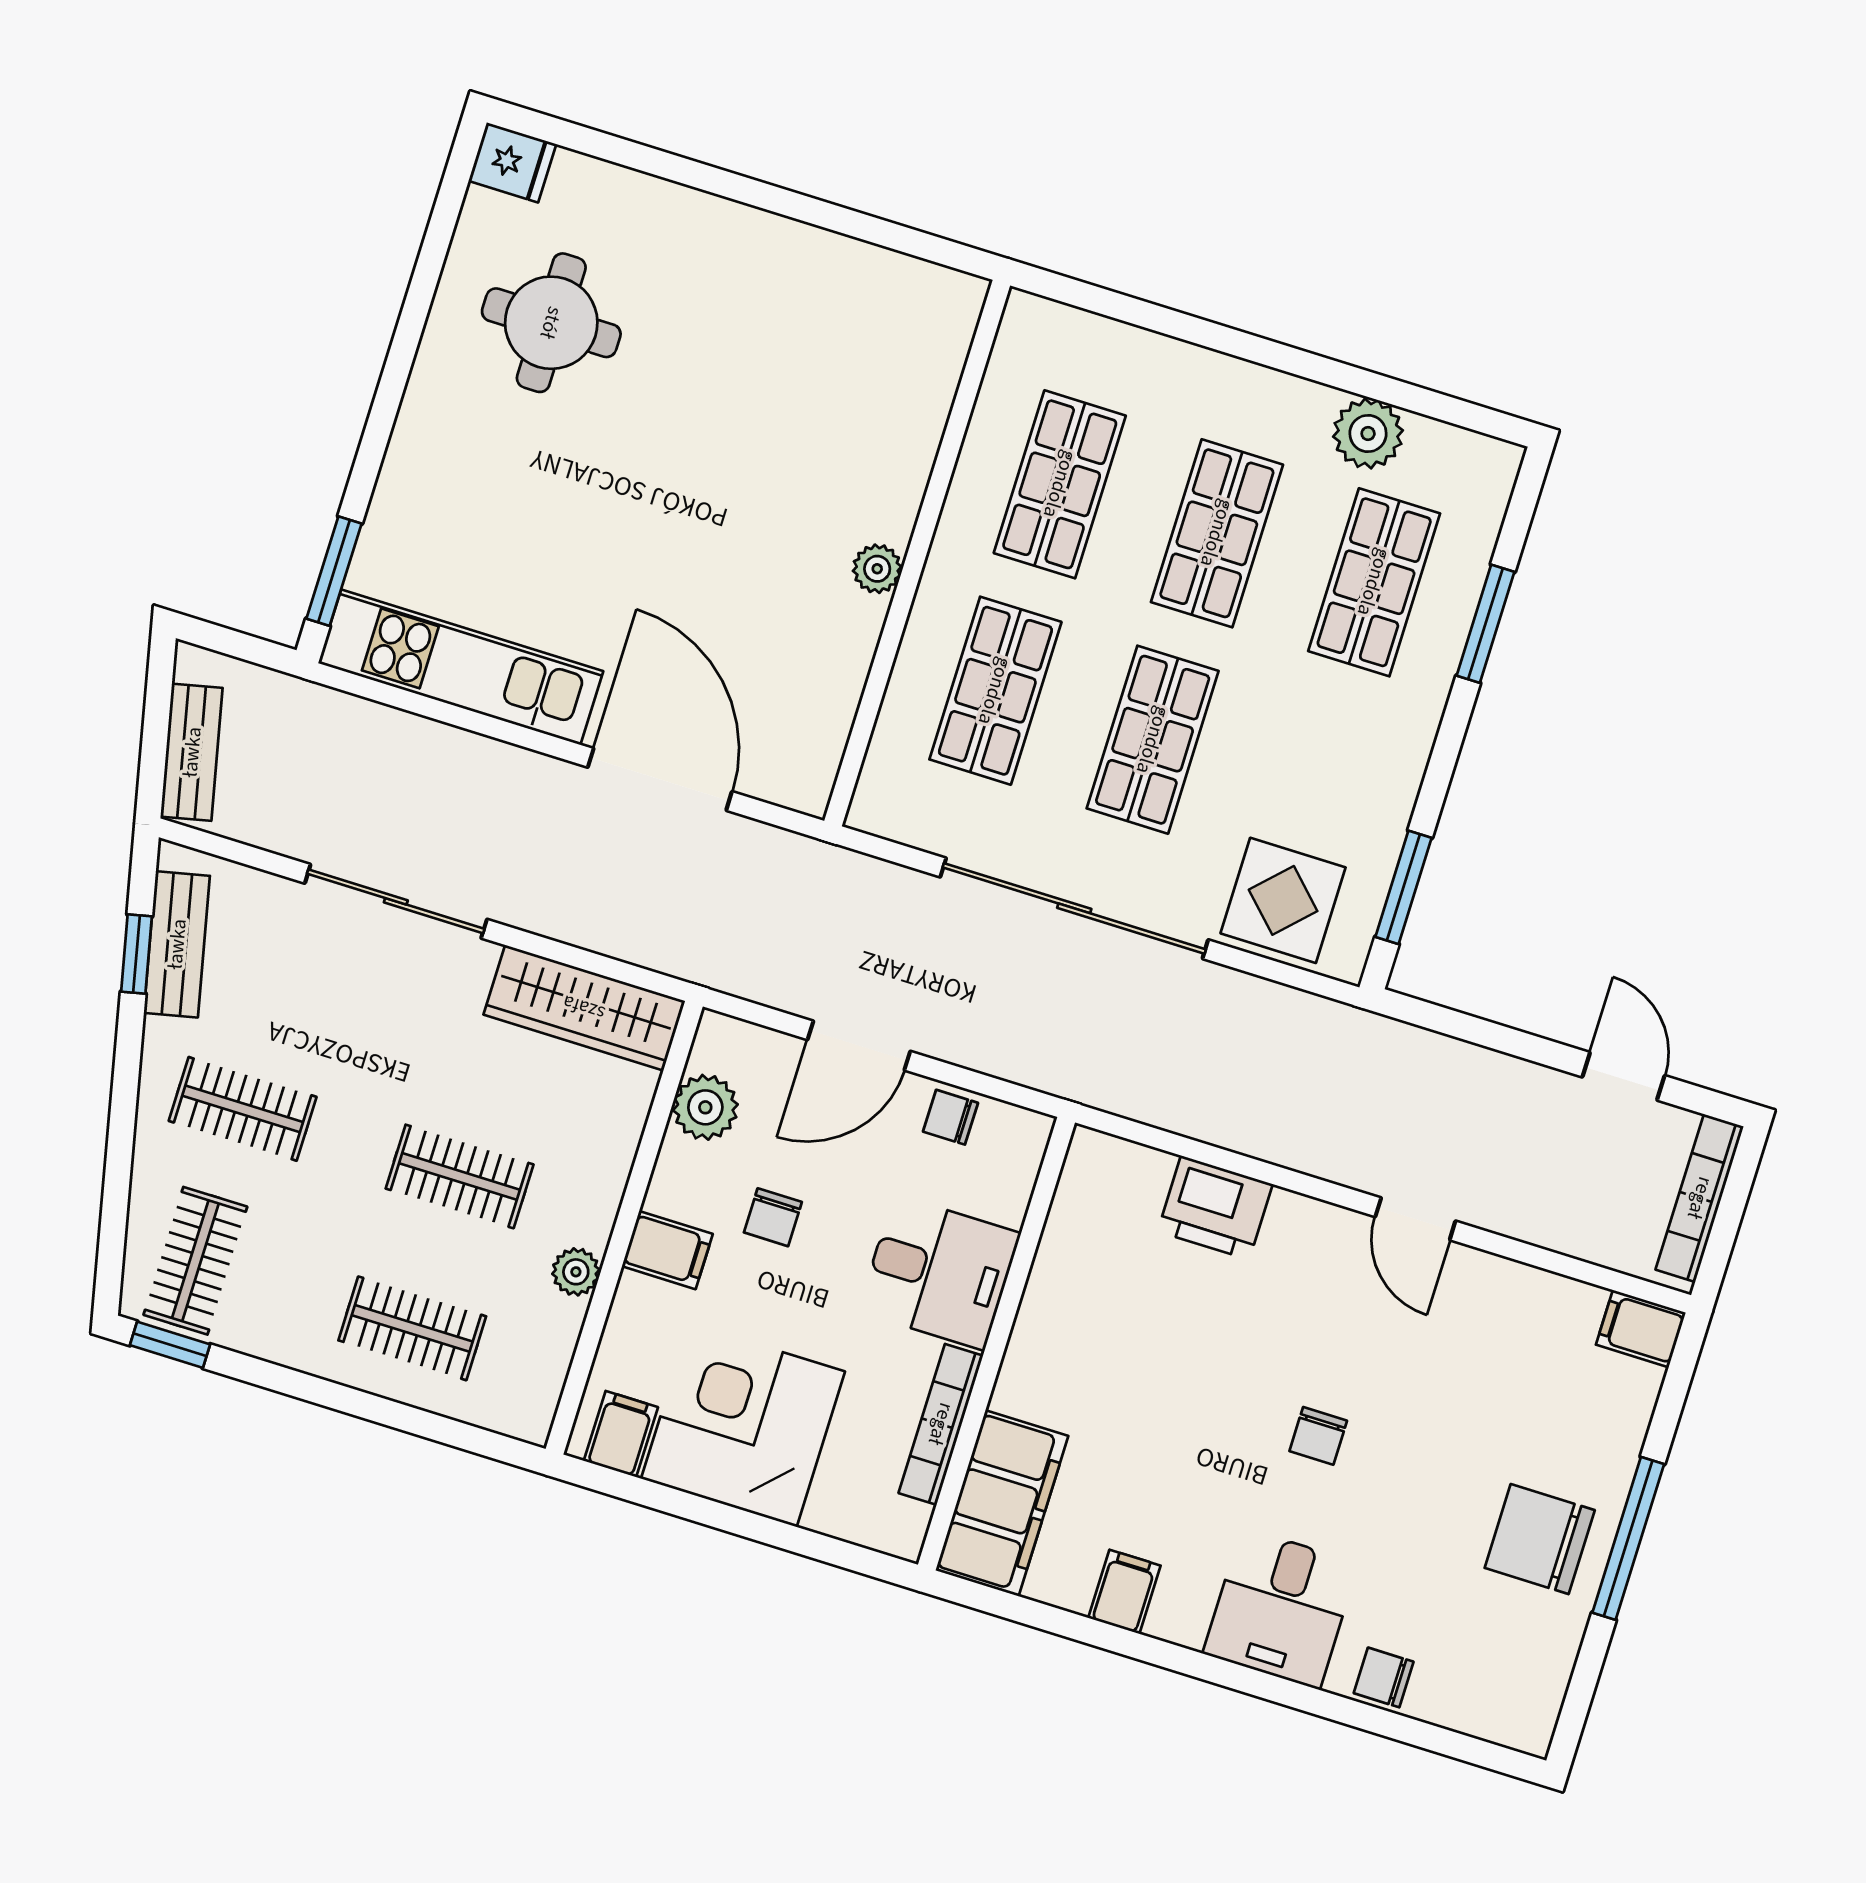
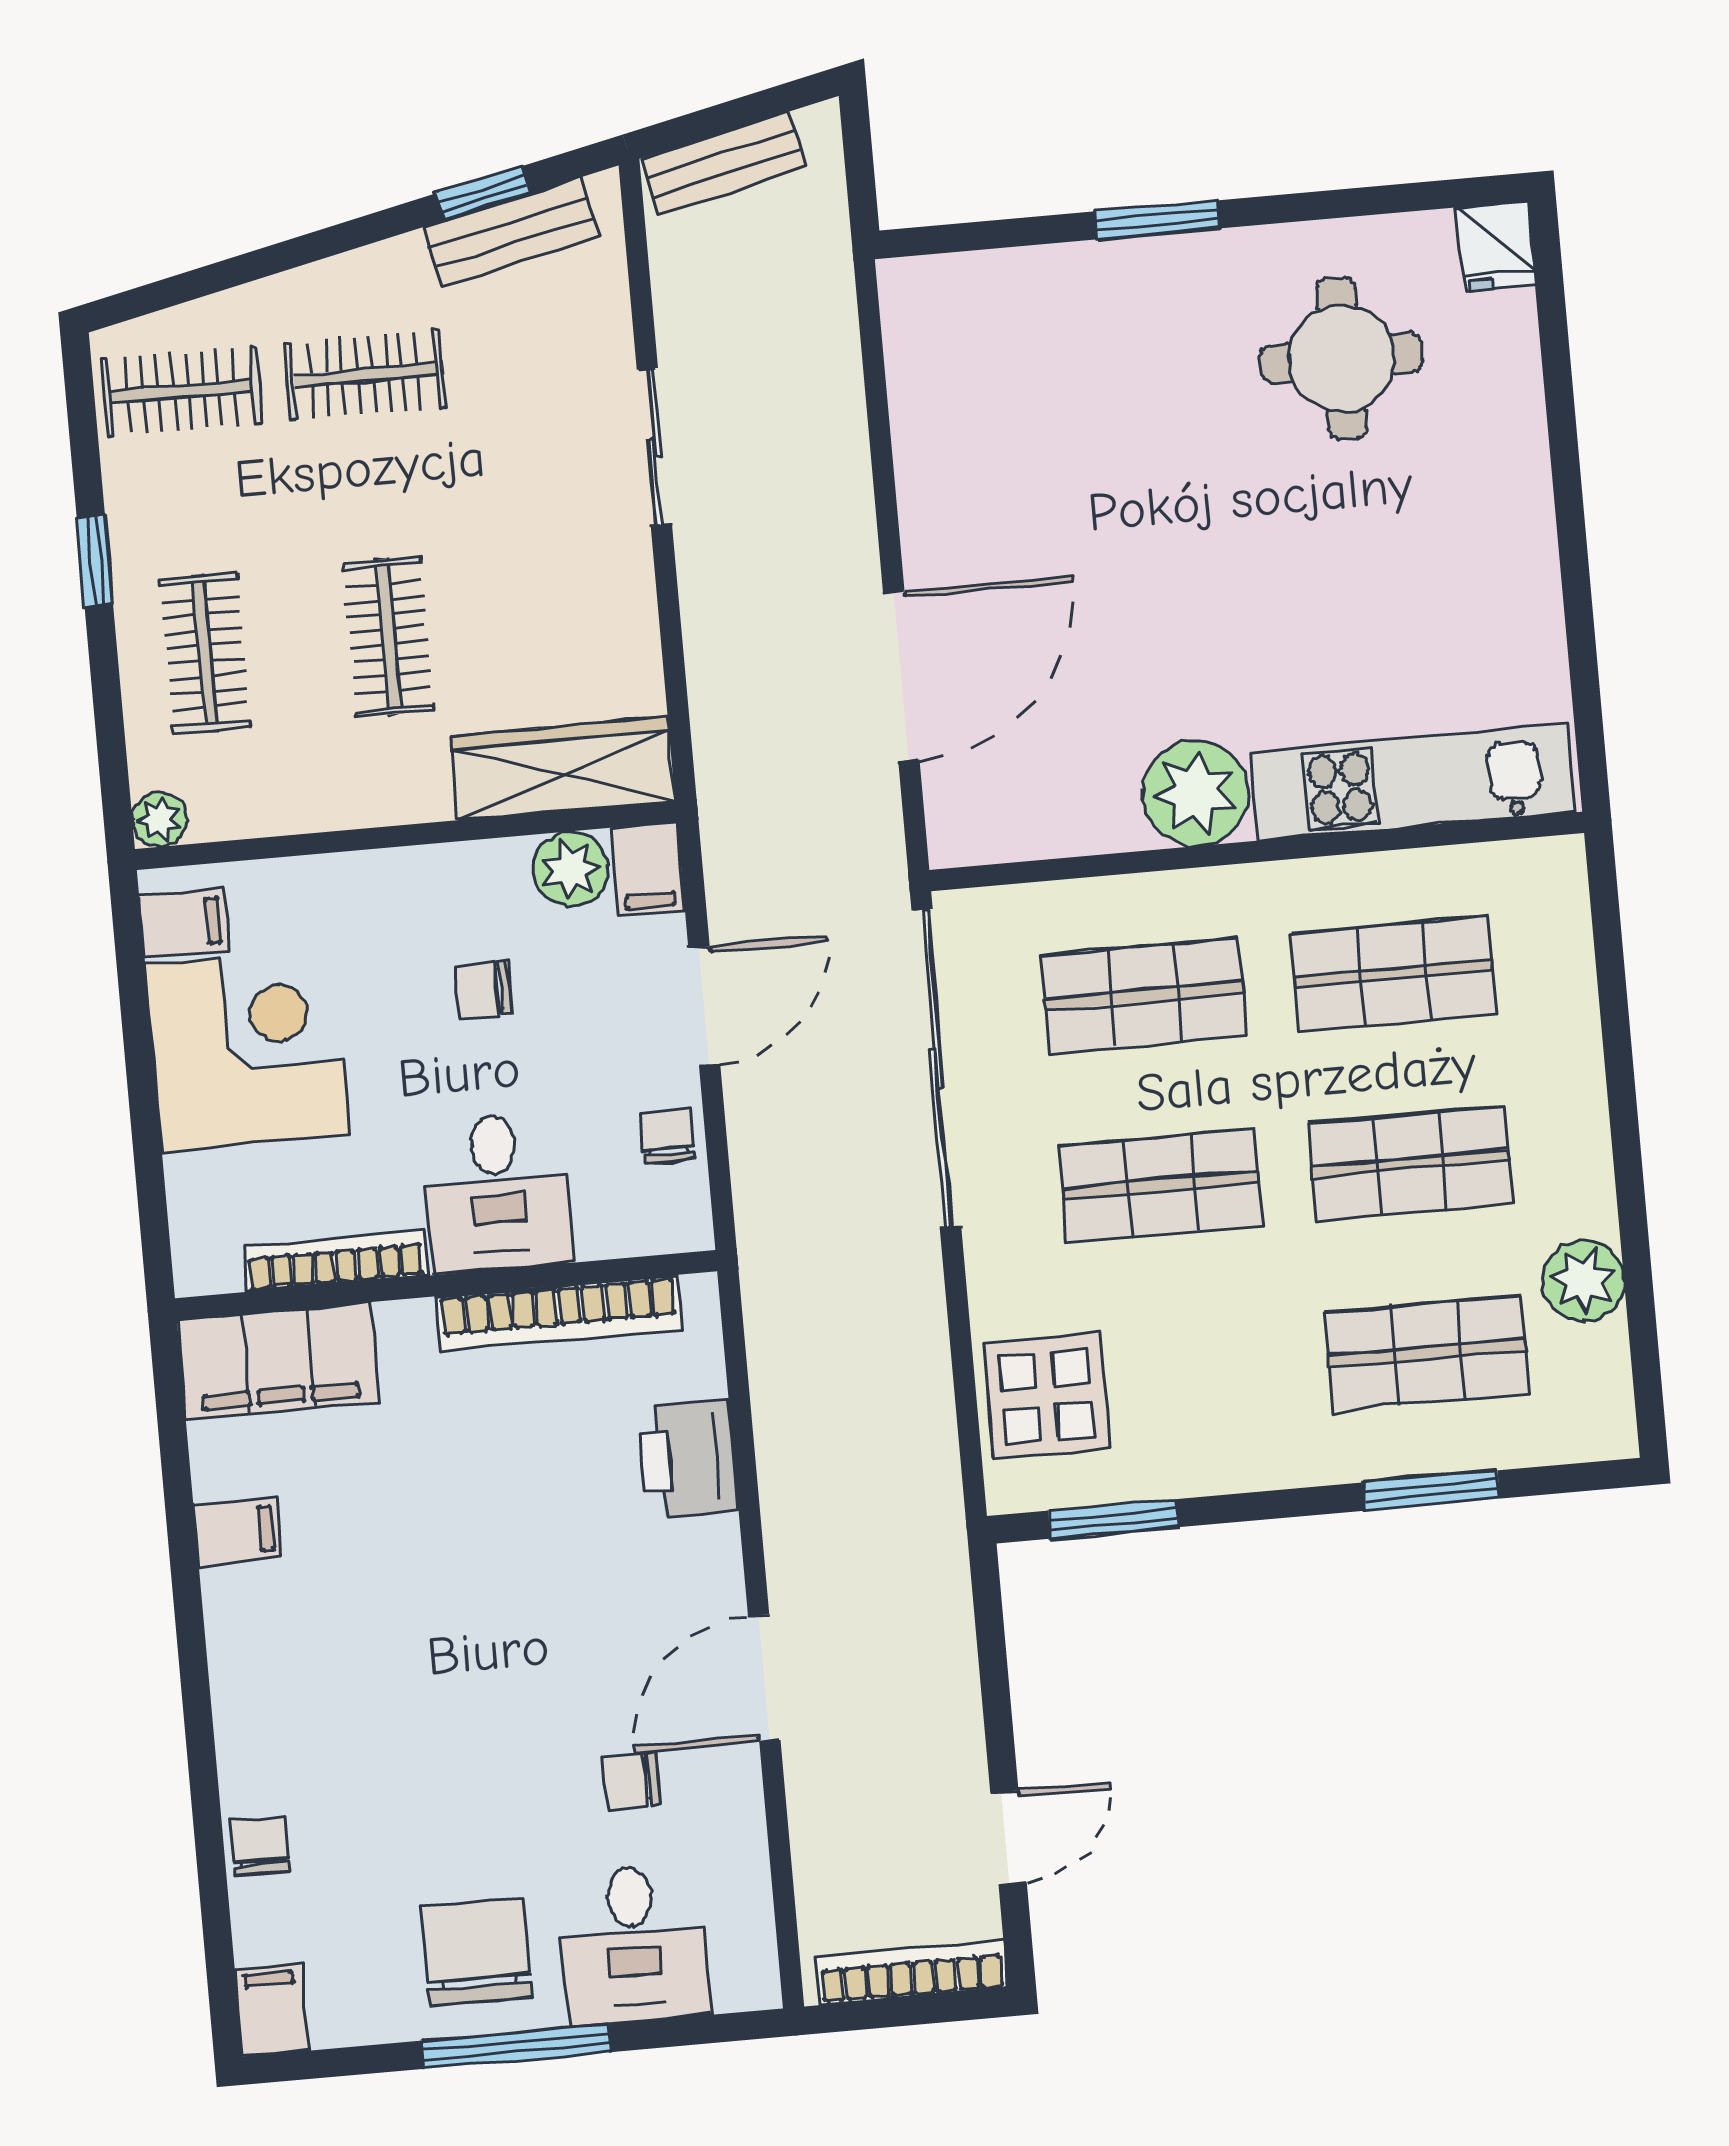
plant: (877, 569) -> (1195, 793), width x1.87, depth x1.87
window: (334, 571) -> (1157, 220), moved
kitchen unit: (461, 667) -> (1413, 782), moved, turned -90
sliding door: (396, 901) -> (654, 447), width x0.73
sliding door: (1074, 908) -> (936, 1069), moved
wardrobe: (584, 1008) -> (563, 768), moved, turned 90
door: (859, 1046) -> (704, 1006), swing flipped
clothes rail: (243, 1109) -> (365, 375), turned 90
door: (1415, 1219) -> (764, 1678), width x1.37
filing cabinet: (667, 1250) -> (648, 869), moved
bookcase: (1056, 1263) -> (559, 1313), added
plant: (576, 1272) -> (160, 819), moved
filing cabinet: (1641, 1329) -> (272, 2010), moved
window: (170, 1345) -> (95, 561), moved
chair: (1318, 1436) -> (632, 1780), moved
desk: (1281, 1608) -> (634, 1945), moved, turned -90

